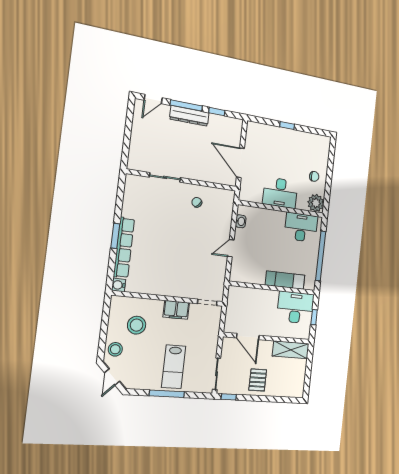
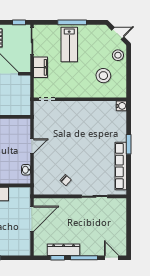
door: (153, 99) -> (112, 258), hinge flipped
dresser: (189, 116) -> (64, 250), moved
door: (240, 163) -> (32, 219), hinge flipped
row of seats: (124, 248) -> (121, 166), moved
filing cabinet: (176, 310) -> (41, 67), moved, turned 90
lab bench: (174, 367) -> (69, 44), turned 180
door: (112, 377) -> (118, 33), hinge flipped

